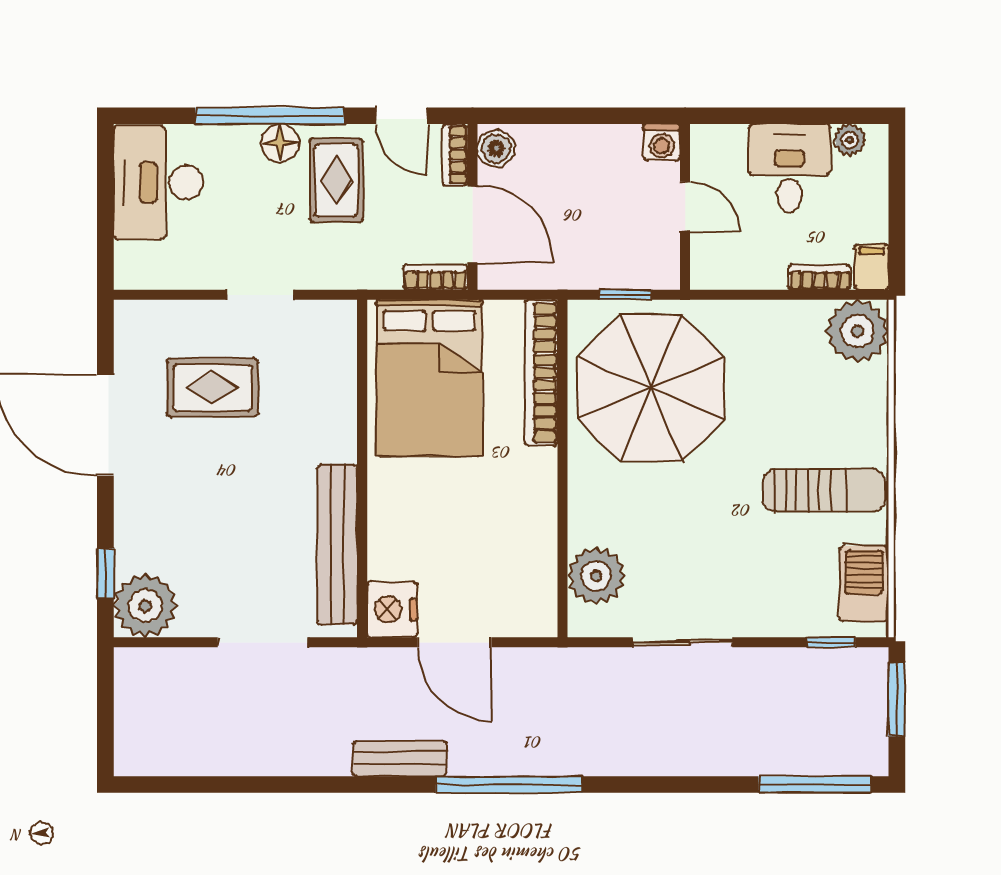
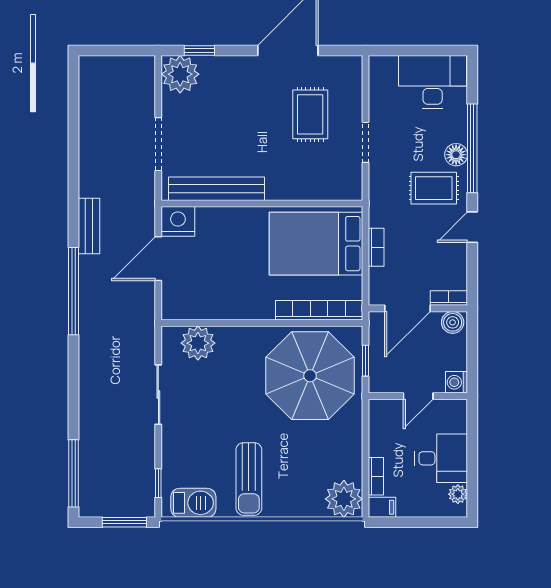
boiler: (496, 149) -> (453, 322), moved
bookcase: (455, 155) -> (449, 298), moved
wall: (472, 207) -> (418, 308), moved
door: (472, 225) -> (407, 308), moved

